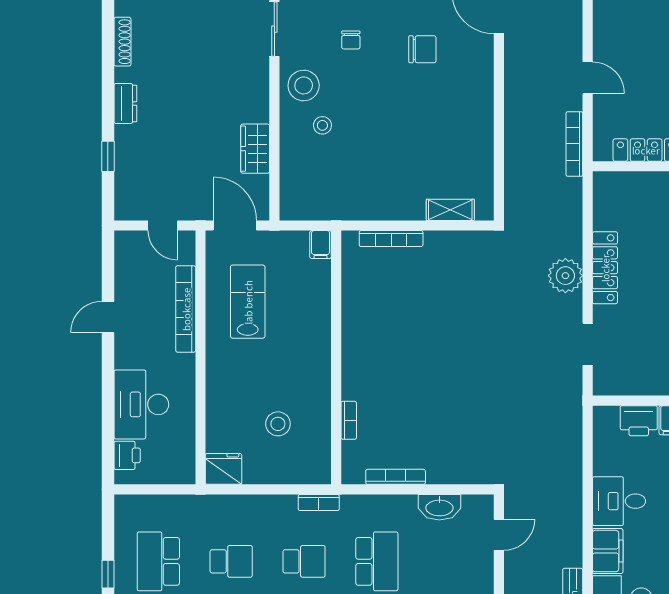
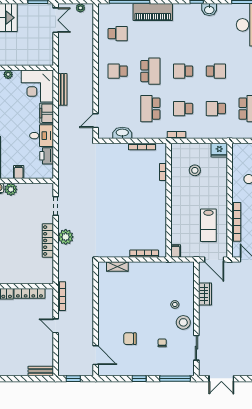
printer: (639, 421) -> (47, 156), moved, turned -90

